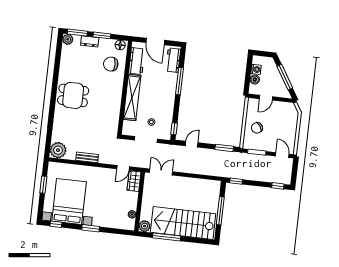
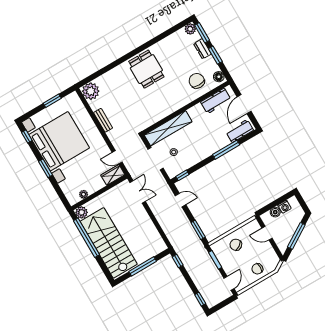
shelving: (132, 97) -> (168, 128), moved
chair: (287, 125) -> (257, 269), added
bed with nightstands: (69, 201) -> (59, 141), width x1.36
window: (167, 237) -> (86, 238), width x1.46

